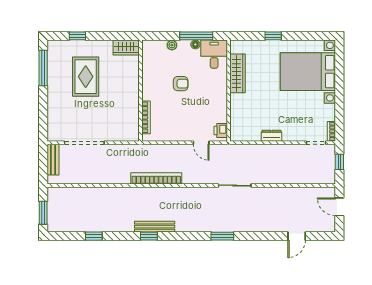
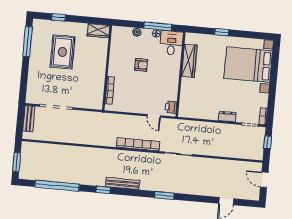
dresser: (271, 136) -> (227, 117), moved
bookcase: (156, 178) -> (138, 144), moved
bench: (155, 227) -> (123, 184), moved
window: (94, 236) -> (57, 186), width x3.17

